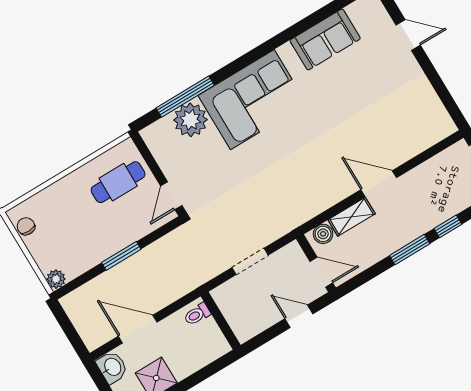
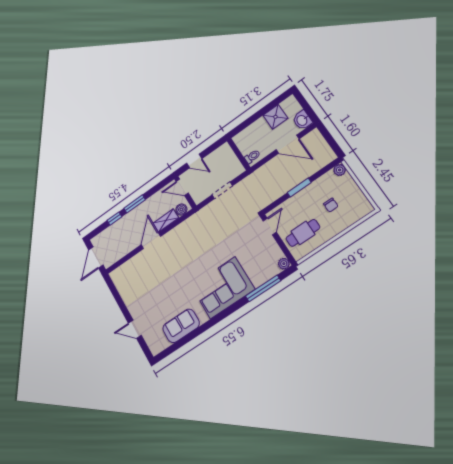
plant: (190, 120) -> (284, 264), moved, width x0.53, depth x0.53
door: (379, 184) -> (151, 241), swing flipped
chair: (26, 226) -> (331, 205), moved

